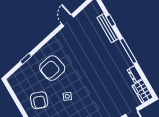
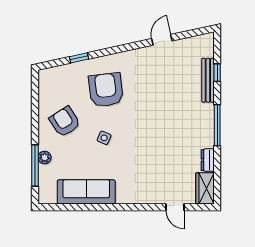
armchair: (52, 68) -> (106, 90), turned 94
armchair: (39, 100) -> (65, 122), turned 128

